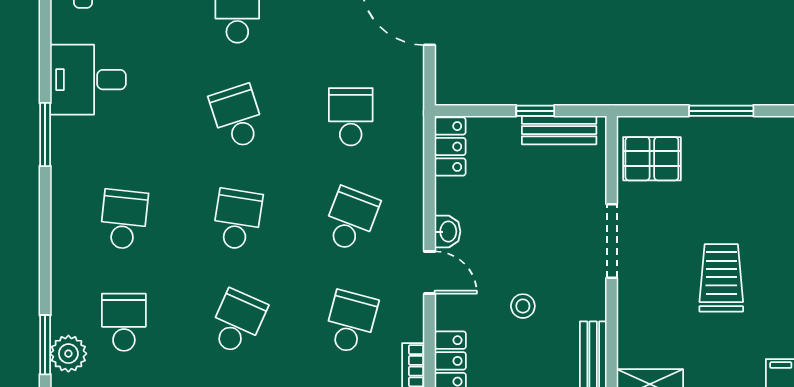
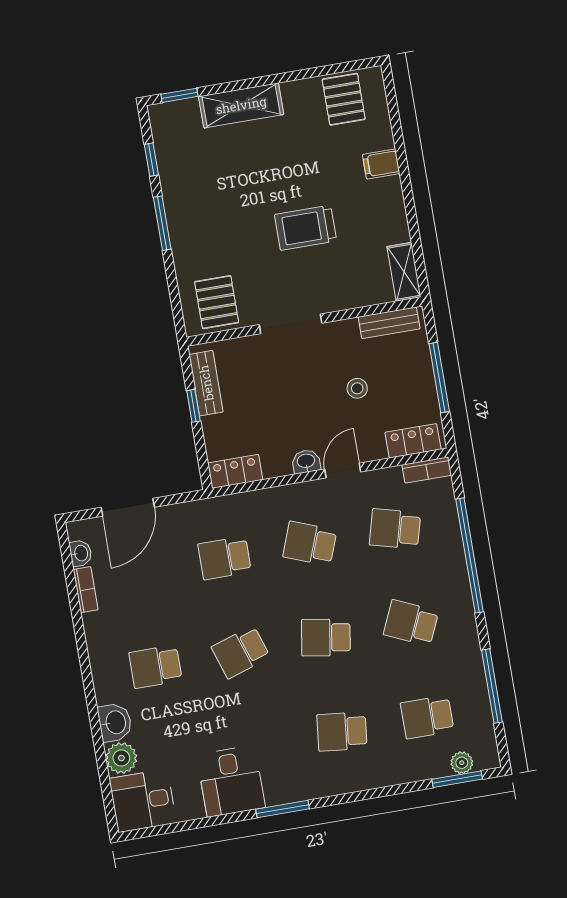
window: (721, 111) -> (162, 223), moved
plant: (68, 354) -> (462, 763), width x0.73, depth x0.73

